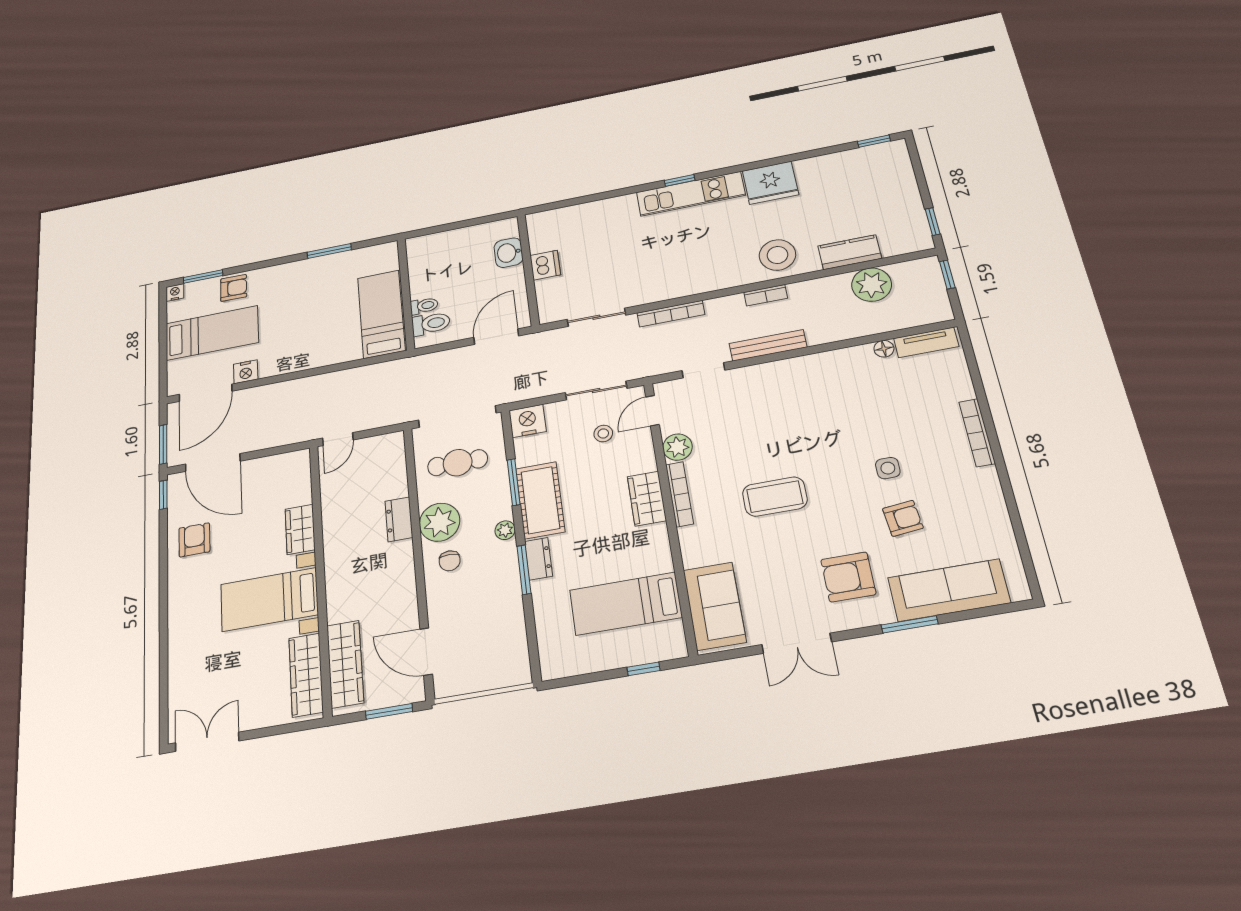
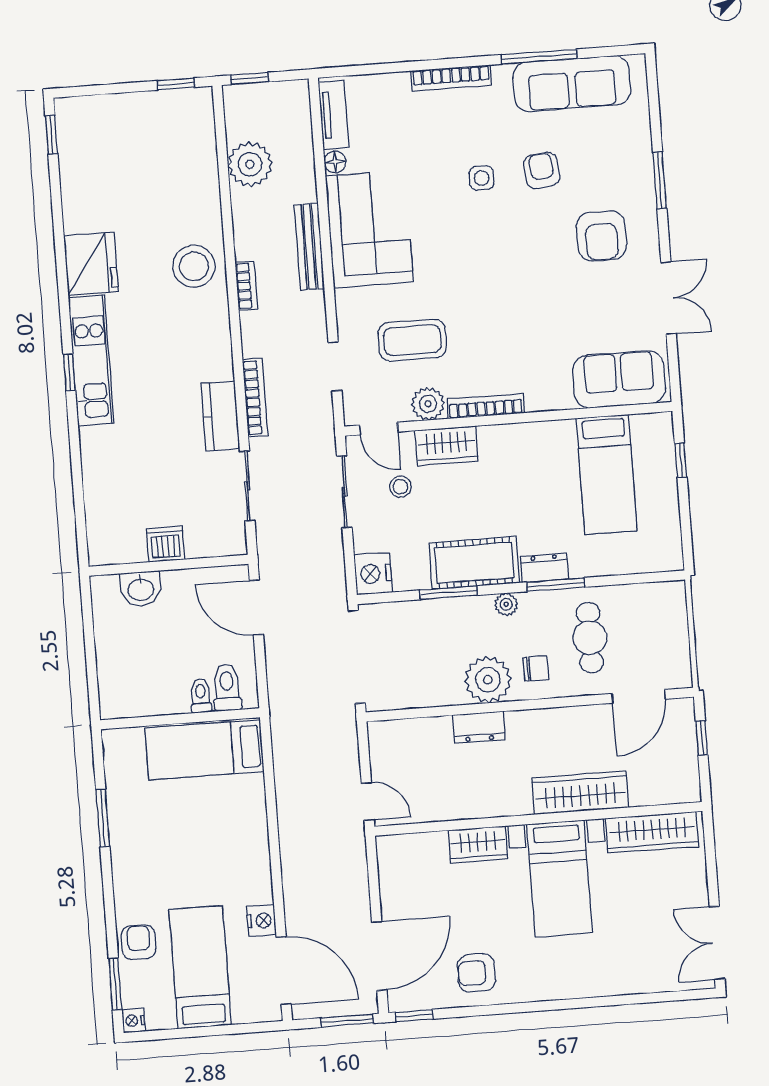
kitchen counter: (850, 252) -> (220, 416), moved
bench: (768, 345) -> (309, 247), moved
corner sofa: (828, 383) -> (369, 229), added
cafe table: (458, 463) -> (590, 638), moved
coffee table: (775, 497) -> (412, 340), moved, turned 90
wardrobe: (647, 499) -> (447, 446), moved
window: (1011, 505) -> (539, 57), added
sofa: (949, 590) -> (572, 84), moved, turned -90
wardrobe: (345, 664) -> (580, 793), moved
window: (389, 711) -> (702, 738), width x0.67

